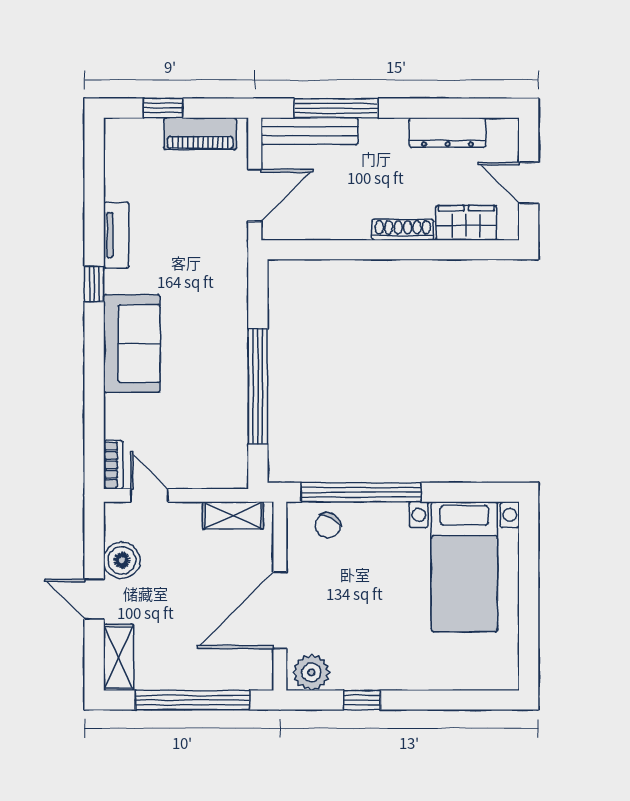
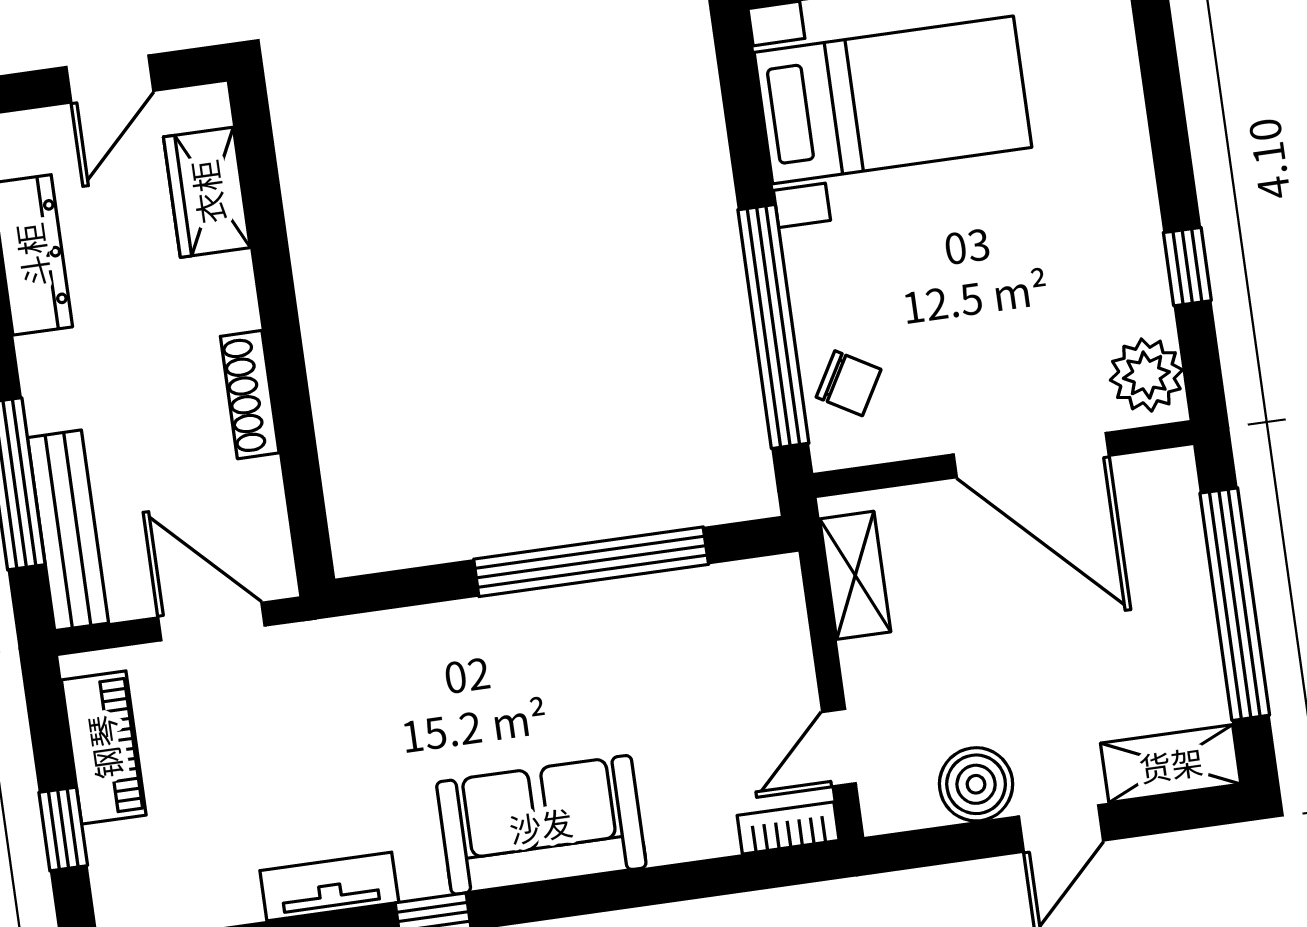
shoe rack: (403, 230) -> (250, 395), moved

